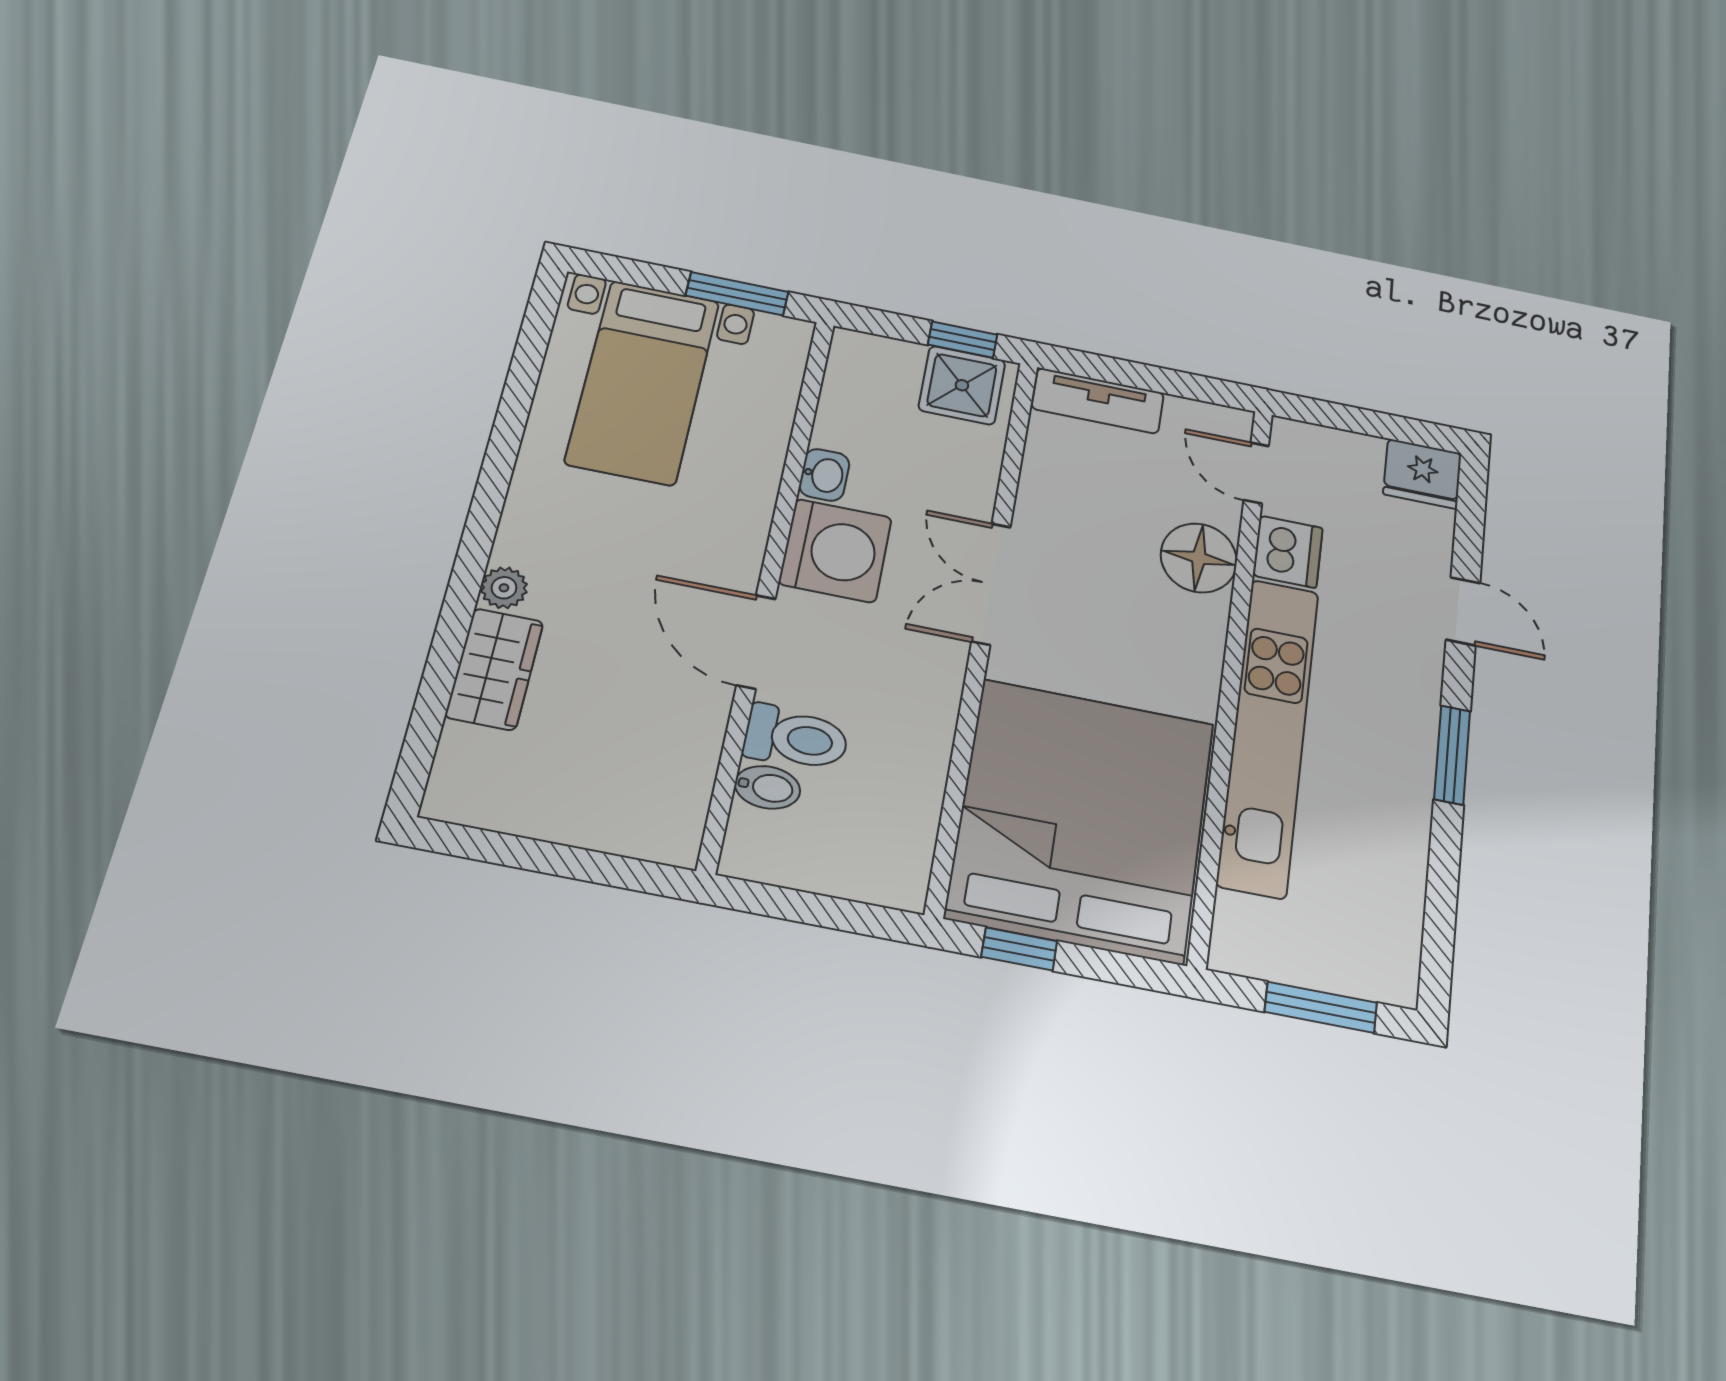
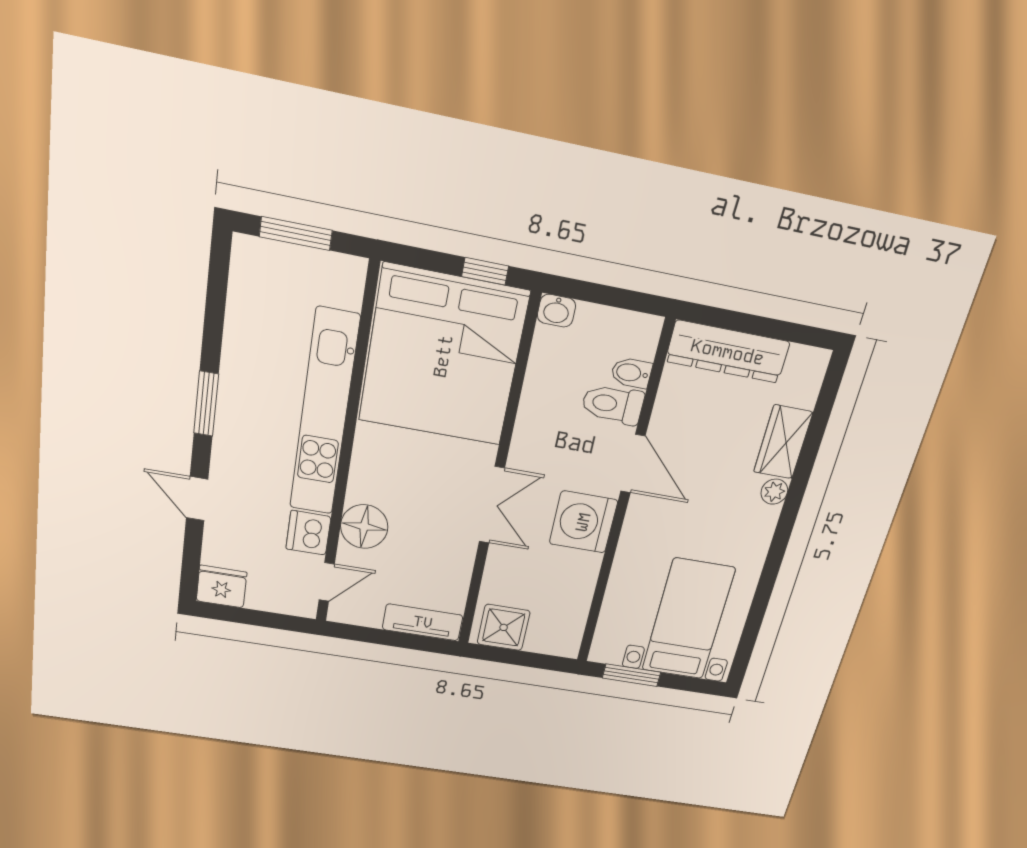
window: (963, 340) -> (502, 655), removed
door: (1256, 473) -> (327, 582), hinge flipped
washbasin: (824, 475) -> (556, 311), moved, turned -90
dresser: (603, 818) -> (728, 352), added

